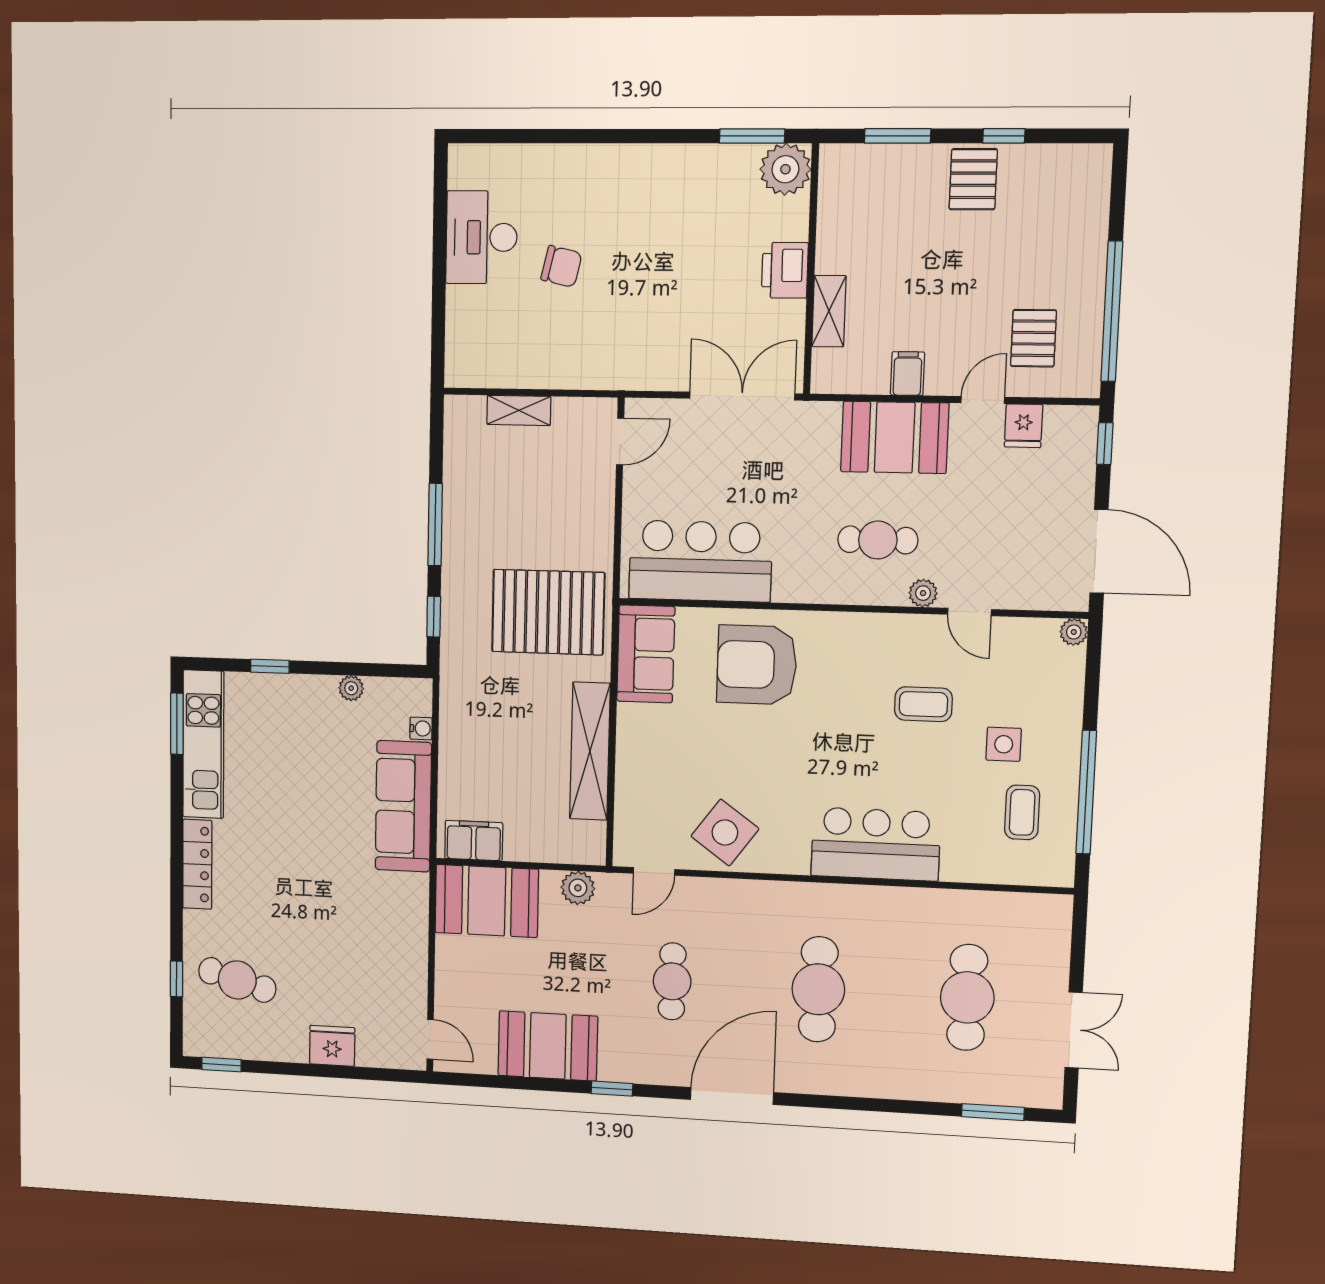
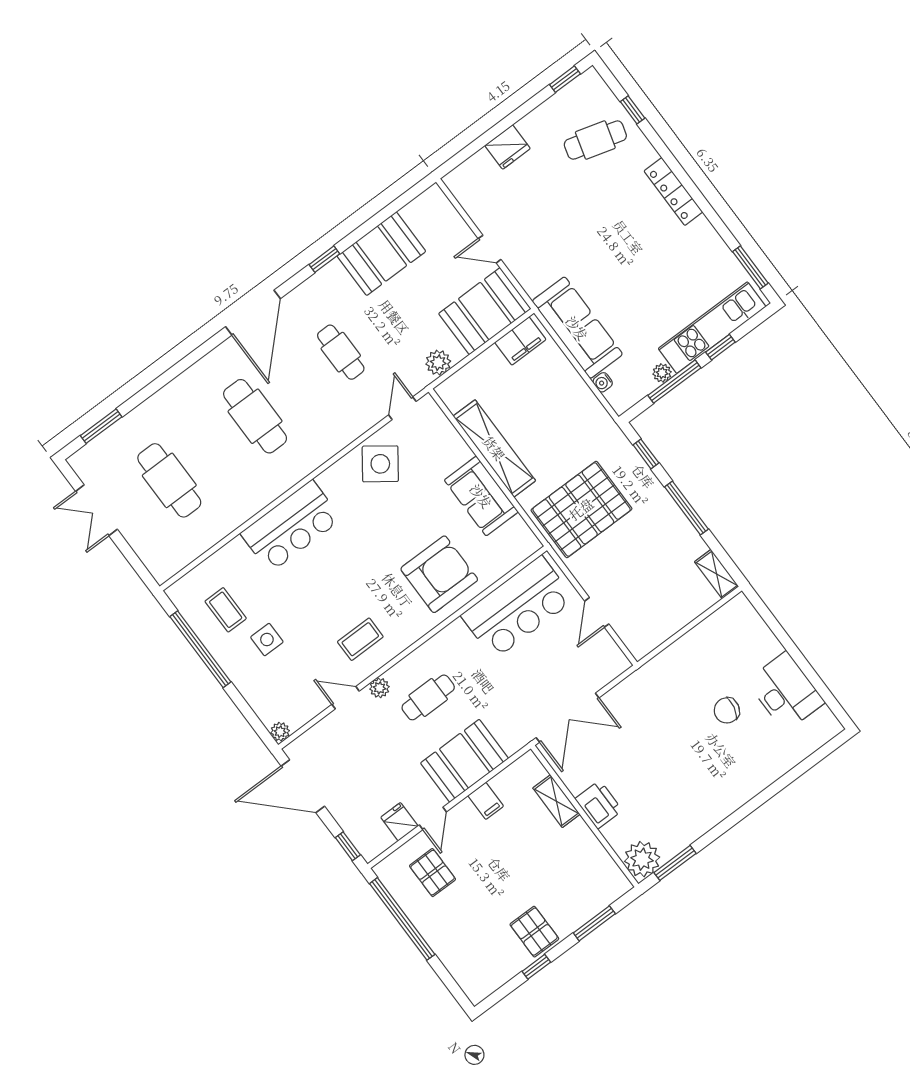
shelving: (519, 410) -> (717, 574), moved, turned 90
door: (620, 442) -> (597, 612), moved
sofa: (646, 654) -> (481, 496), moved
window: (345, 669) -> (674, 382), added
coffee table: (923, 704) -> (360, 639), moved
kitchen unit: (203, 744) -> (712, 328), moved, turned 90
door: (430, 1039) -> (490, 249), moved

